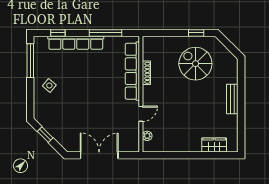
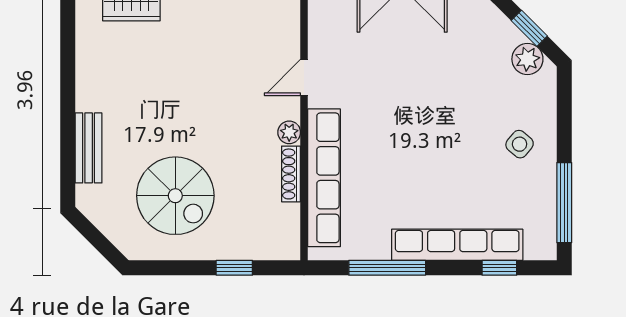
window: (196, 33) -> (234, 268), moved
bench: (232, 99) -> (89, 148), moved
plant: (46, 122) -> (527, 59), added
plant: (147, 136) -> (289, 132), moved

